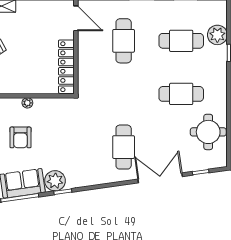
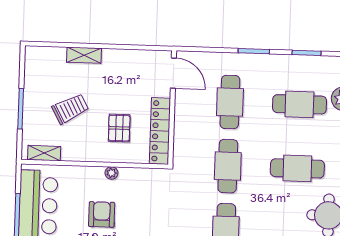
pallet: (33, 65) -> (119, 128), added
cafe table: (124, 94) -> (228, 166), added
armchair: (20, 137) -> (102, 214), turned 180

